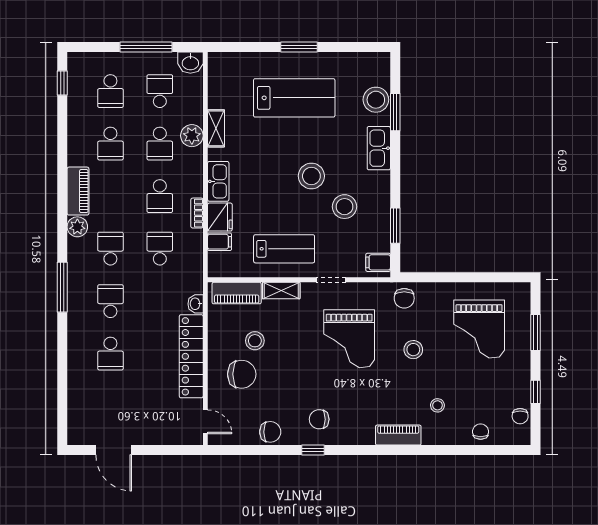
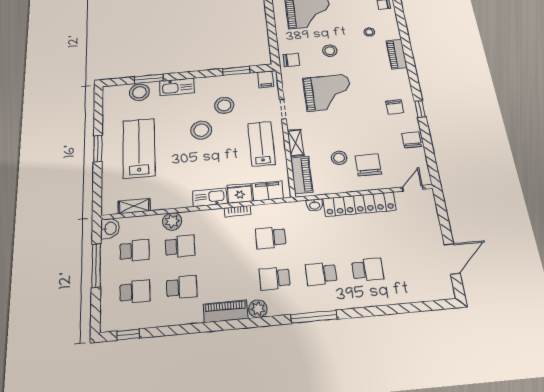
school desk: (160, 91) -> (135, 251), turned 180
shelving: (216, 128) -> (134, 206), moved
school desk: (160, 196) -> (225, 242), removed
filing cabinet: (220, 242) -> (268, 191), width x2.00

